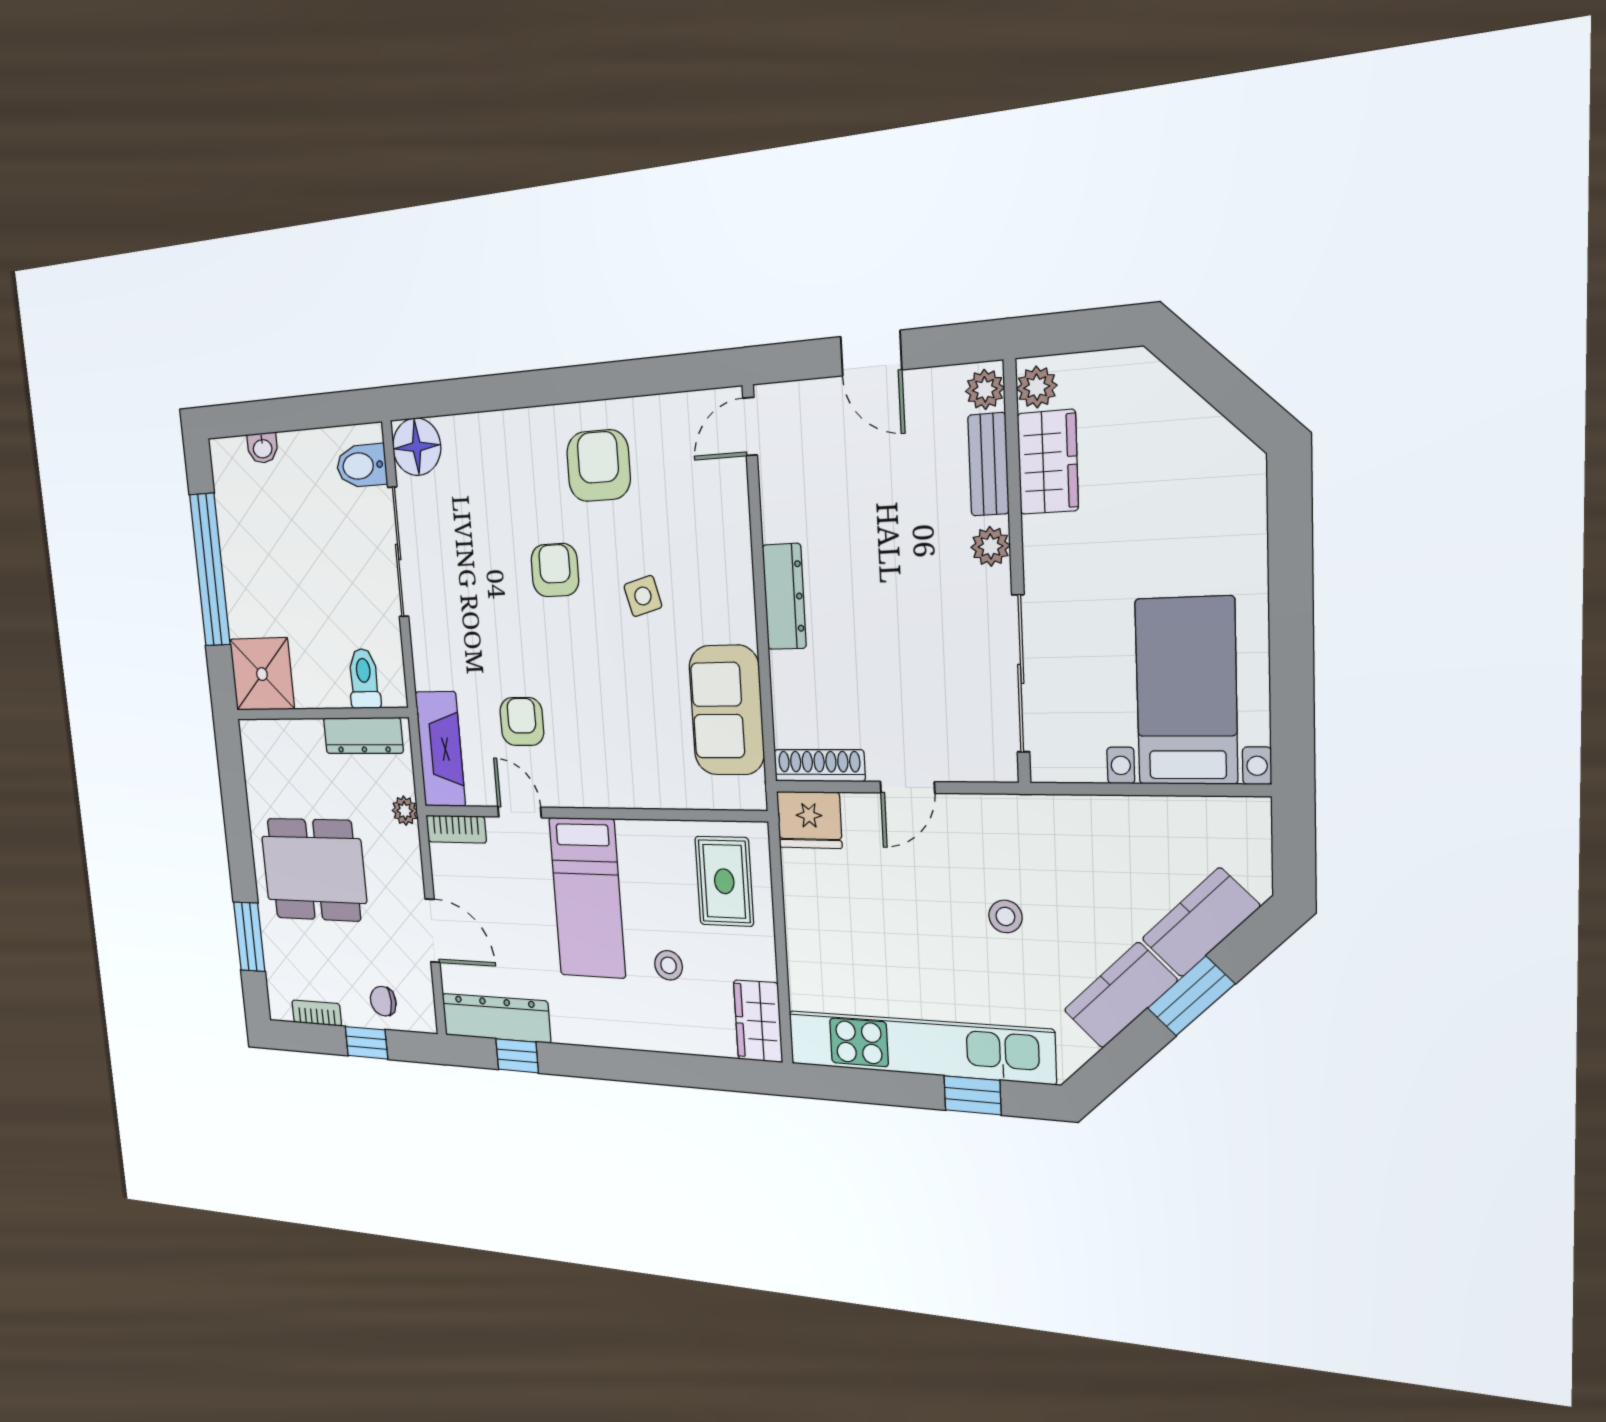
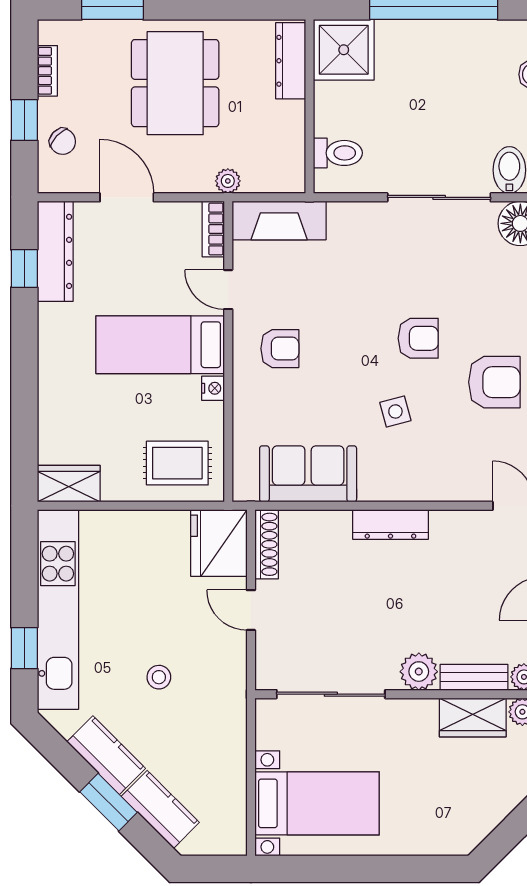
plant: (991, 546) -> (419, 672), width x1.38, depth x1.38
armchair: (522, 721) -> (280, 349), moved
dresser: (363, 736) -> (291, 61), moved
door: (519, 812) -> (228, 290), swing flipped
fridge: (809, 820) -> (219, 543), width x1.36, depth x1.34
nightstand: (632, 833) -> (213, 388), added
door: (432, 931) -> (127, 197), swing flipped
stool: (669, 965) -> (109, 412), removed
chair: (383, 1001) -> (63, 141), turned 133

